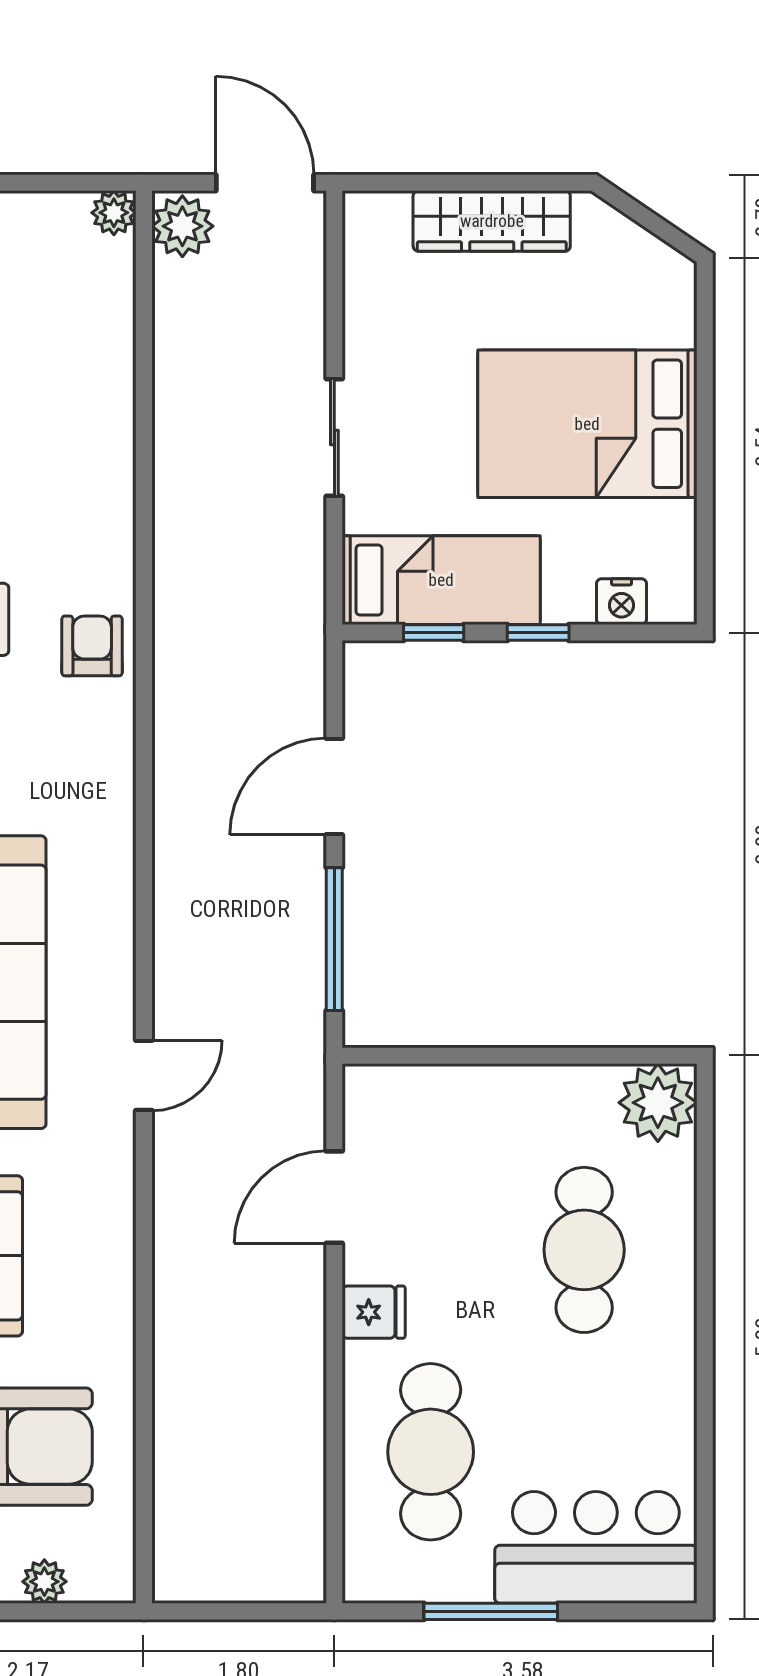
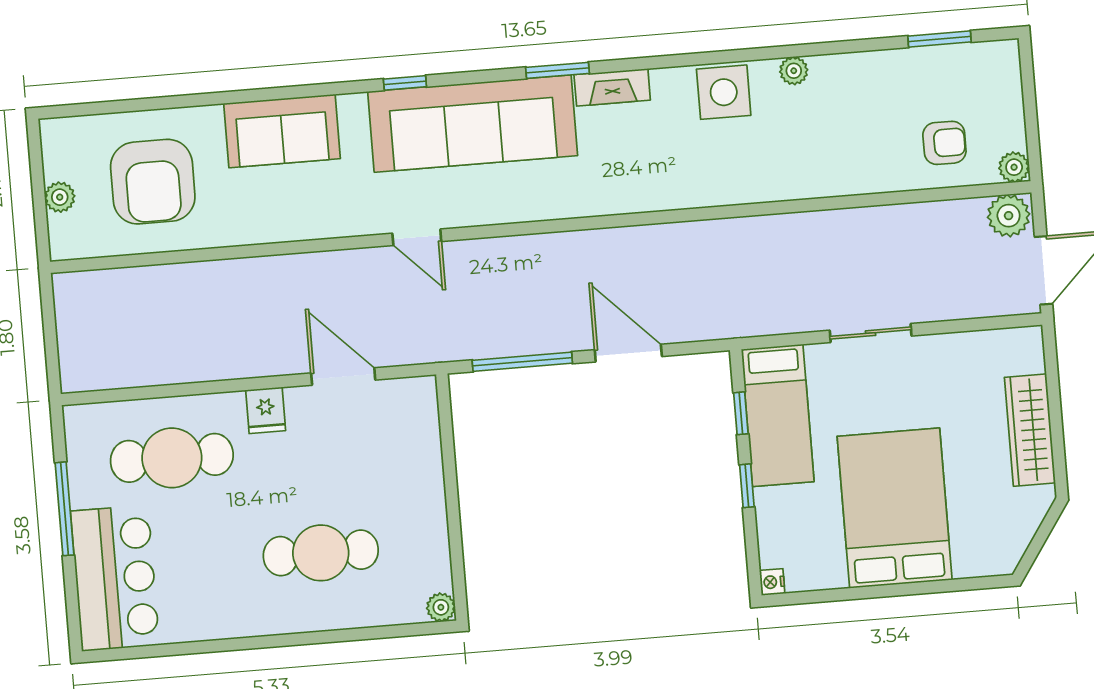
nightstand: (621, 602) -> (772, 582), moved, width x0.72, depth x0.74
armchair: (92, 646) -> (944, 143), moved
plant: (658, 1103) -> (441, 607), width x0.53, depth x0.53

